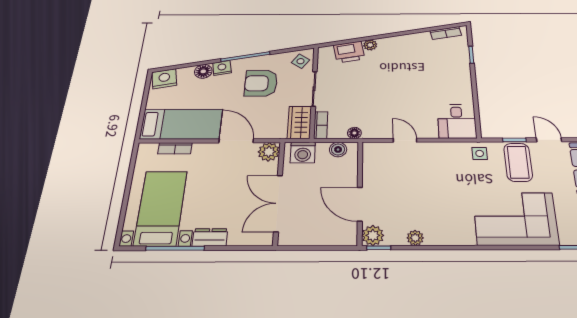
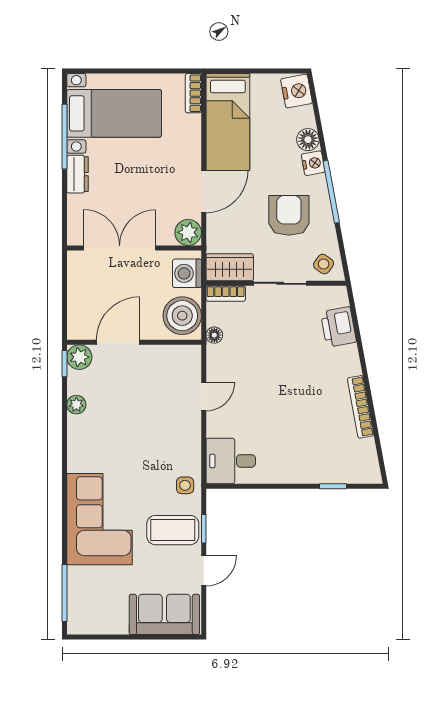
bookcase: (446, 33) -> (361, 407), moved, width x1.56
plant: (370, 45) -> (350, 355), removed
bookcase: (175, 148) -> (193, 93), moved
boiler: (338, 149) -> (182, 316), width x1.86, depth x1.86

